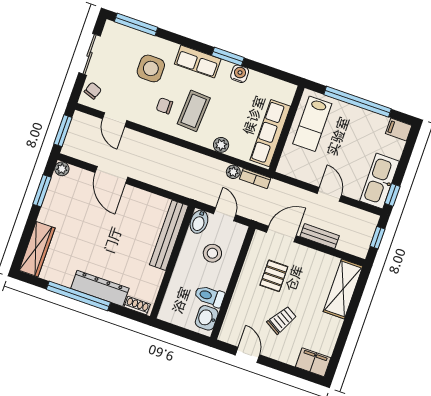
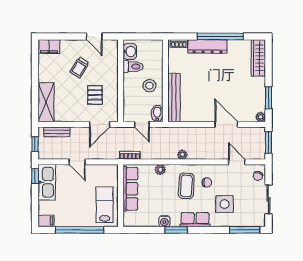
plant: (233, 172) -> (182, 155), moved
bench: (320, 236) -> (57, 132), moved
stool: (212, 253) -> (149, 86), moved

